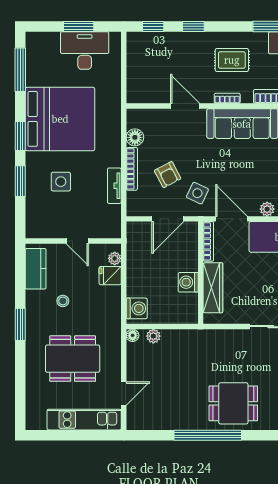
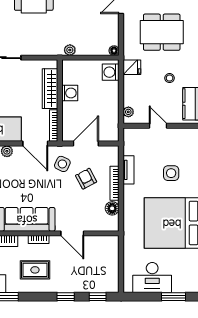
window: (79, 26) -> (173, 297), moved
fridge: (110, 276) -> (132, 67), moved
plant: (153, 336) -> (70, 50), moved

